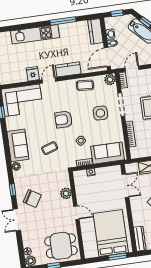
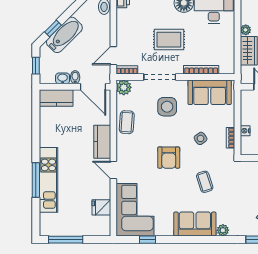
window: (63, 21) -> (36, 180), moved
door: (132, 69) -> (113, 56), hinge flipped
fridge: (33, 74) -> (101, 207), moved
sofa: (108, 153) -> (210, 92), moved, turned -90

